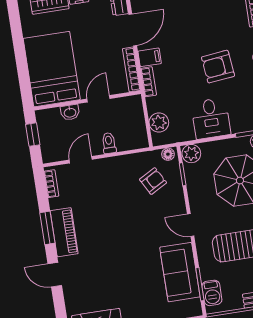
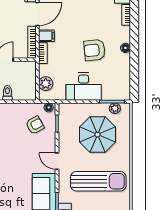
desk: (211, 118) -> (84, 87), width x1.37
plant: (191, 154) -> (66, 110), removed

